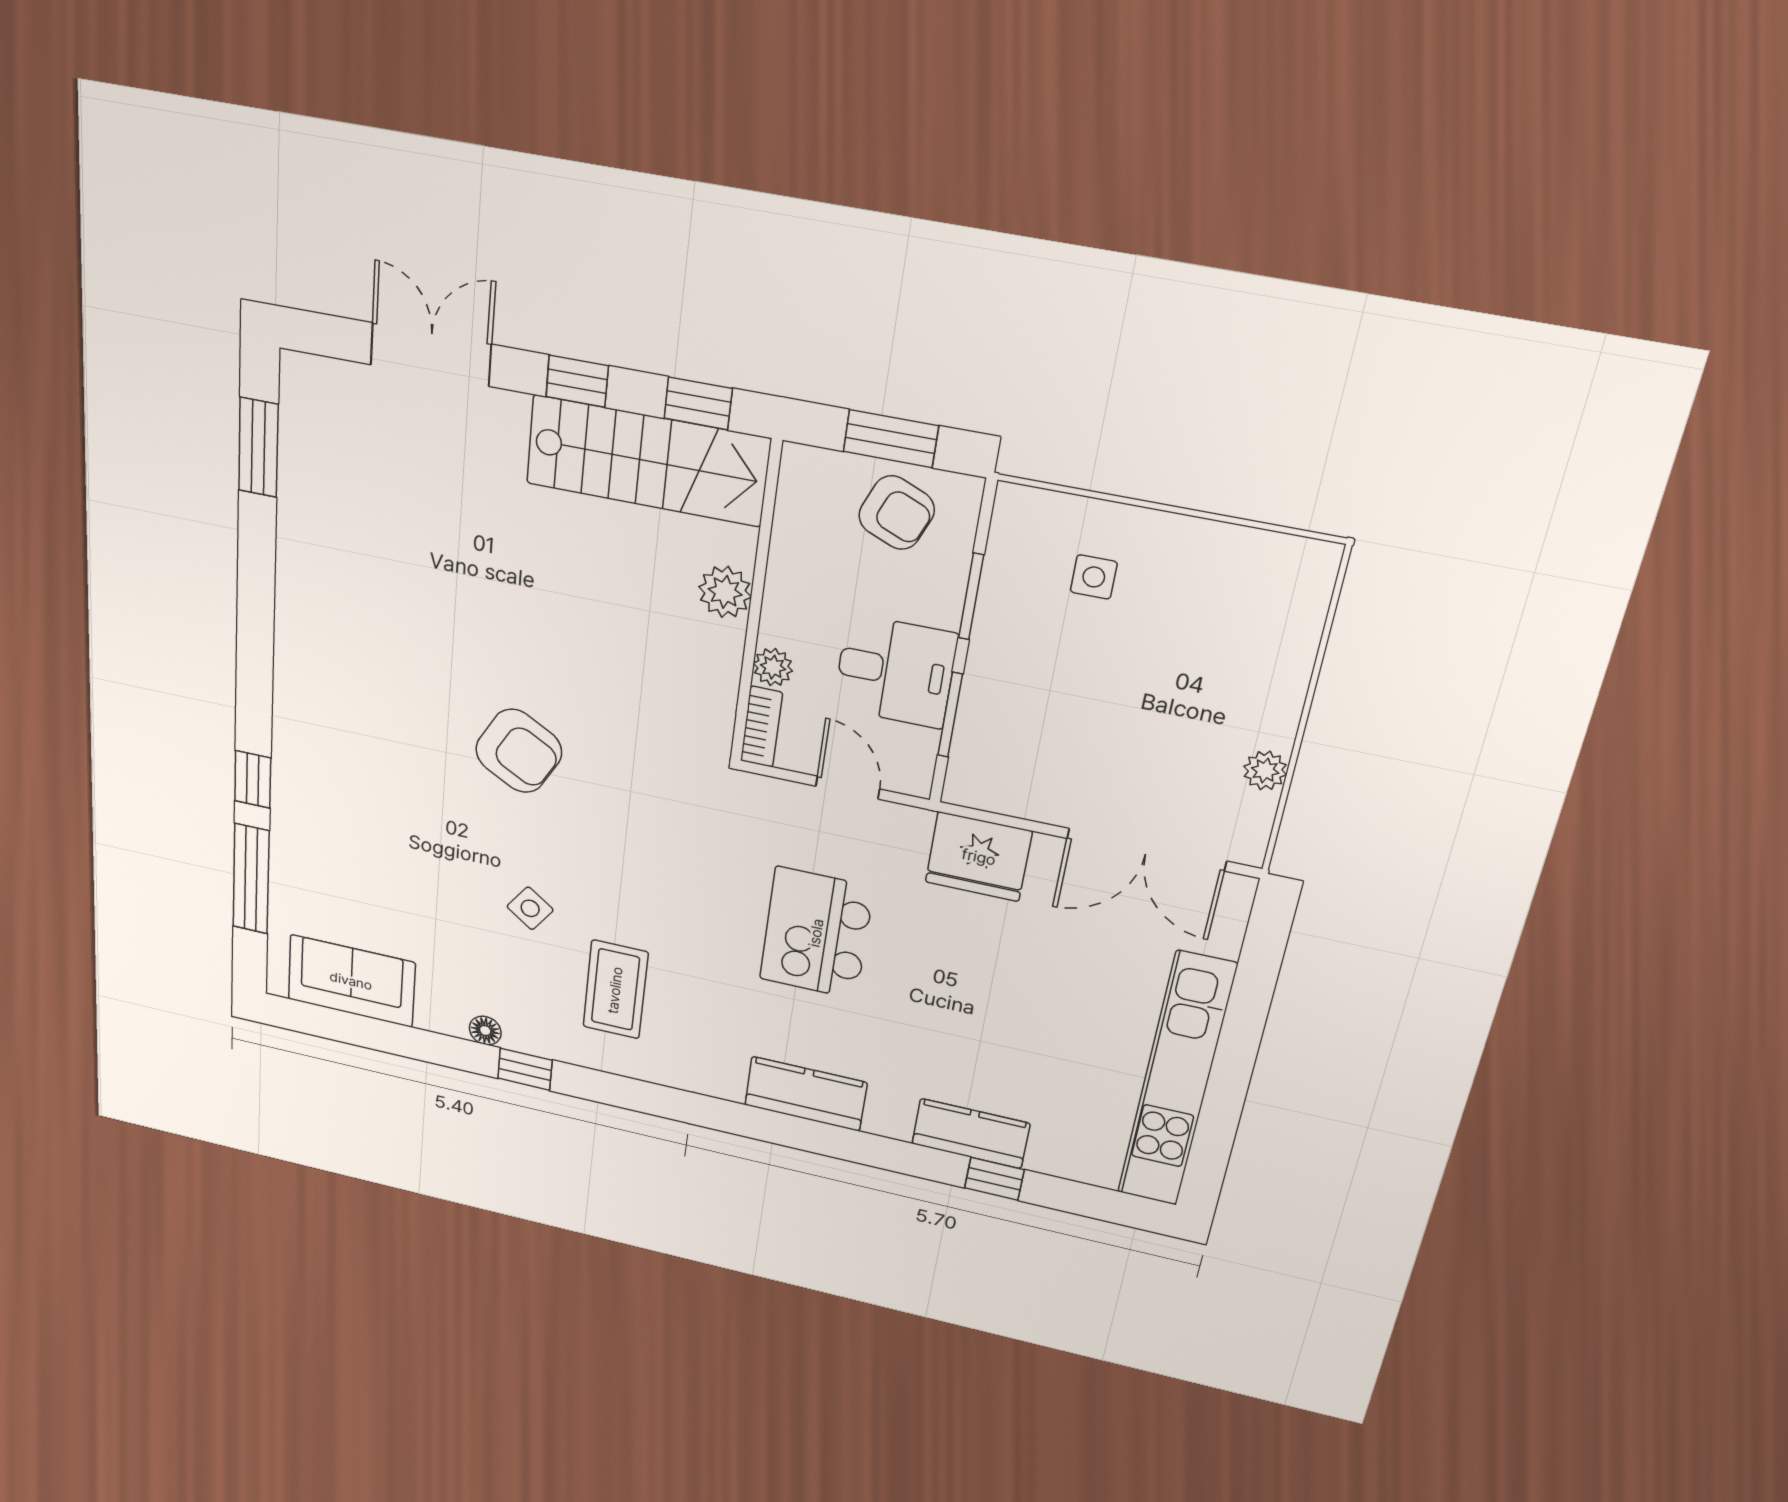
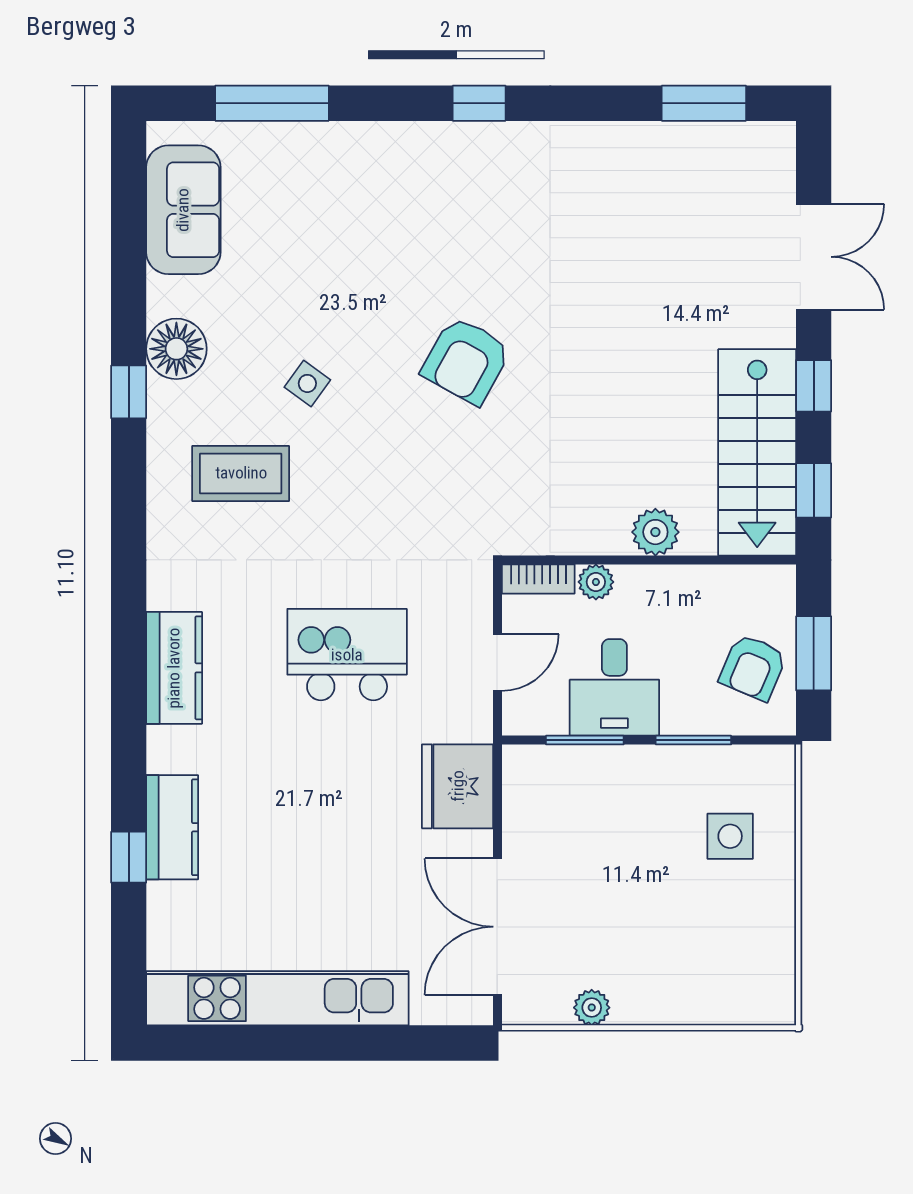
side table: (1094, 577) -> (730, 836), width x1.37, depth x1.37
window: (253, 779) -> (479, 103), moved
floor lamp: (485, 1031) -> (176, 349), width x1.89, depth x1.89

